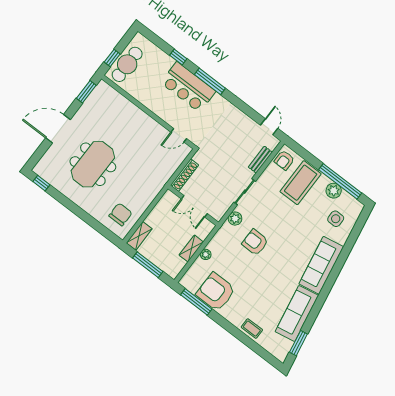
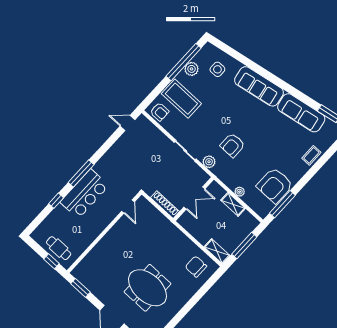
cafe table: (127, 64) -> (59, 248), width x0.73, depth x0.74
bench: (260, 160) -> (157, 134), removed

